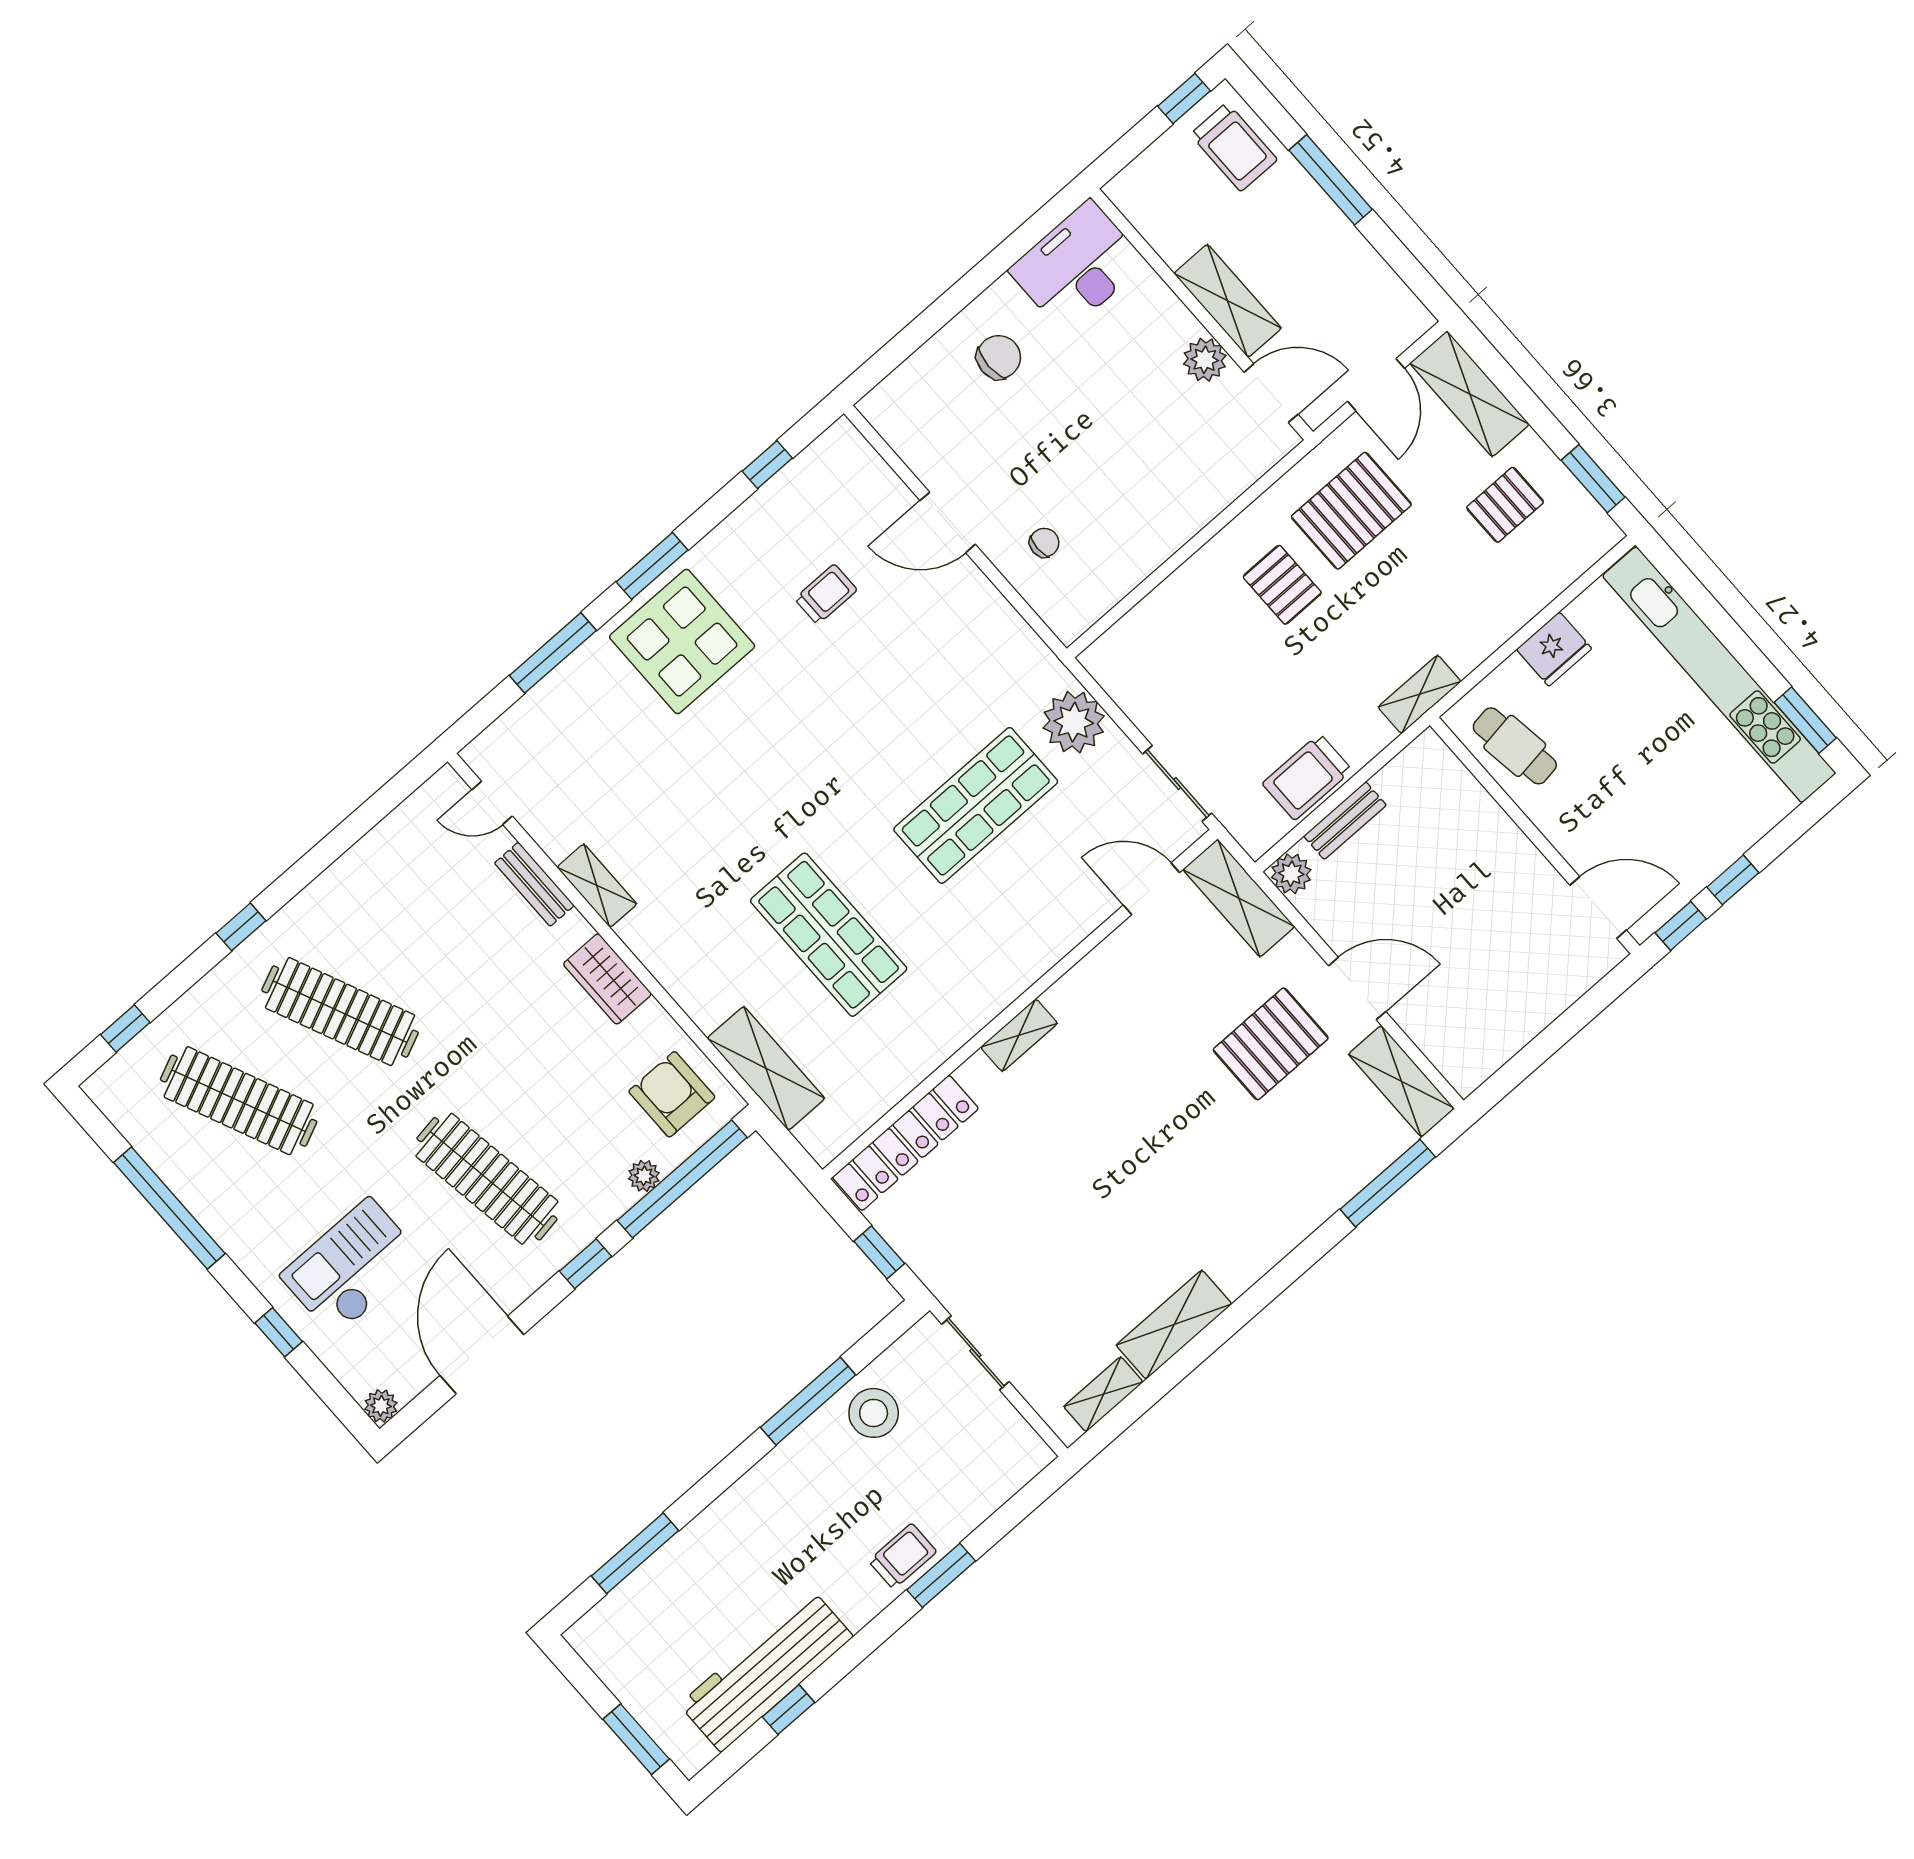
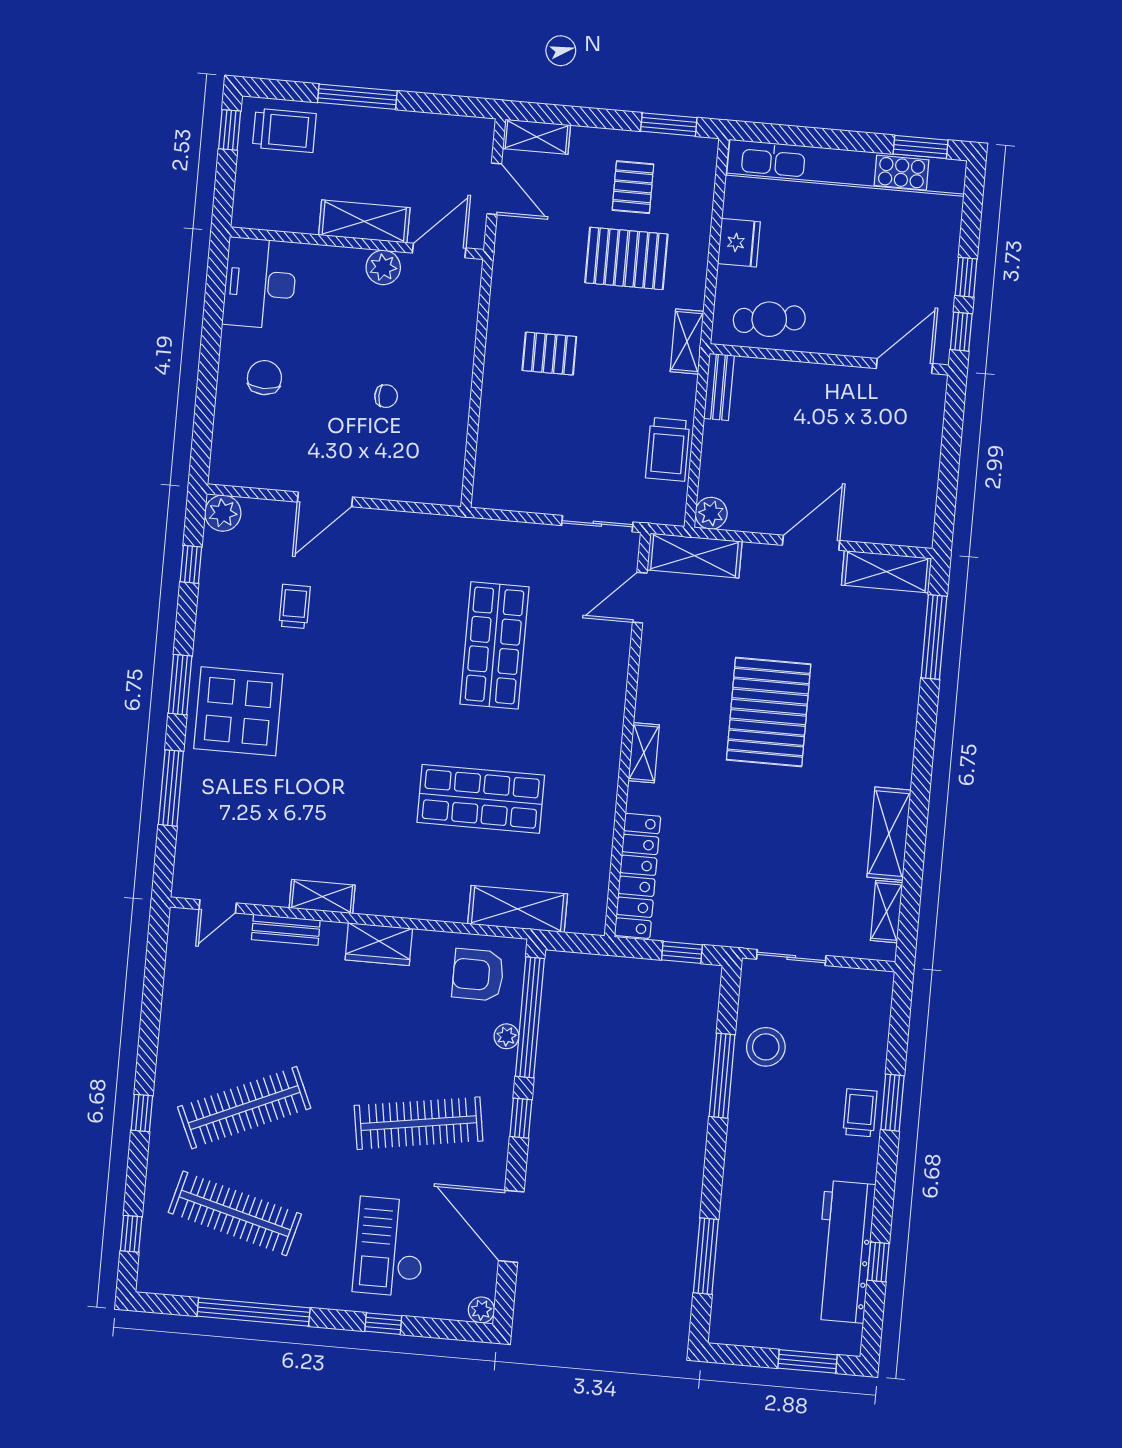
shelving: (1470, 394) -> (537, 137), width x0.67, depth x0.75
pallet: (1351, 511) -> (626, 258), moved, turned 90
chair: (1044, 543) -> (386, 396), moved, turned 90
plant: (1074, 722) -> (223, 513), moved, width x0.73, depth x0.73
bench: (1345, 821) -> (719, 387), moved
pallet: (1271, 1044) -> (769, 712), moved, width x1.37, depth x1.41
clothes rail: (239, 1101) -> (235, 1213), turned 39

